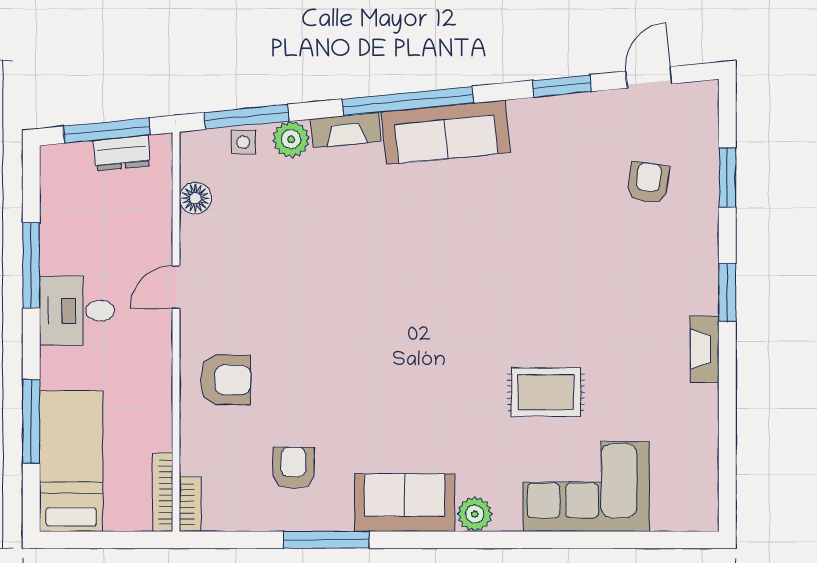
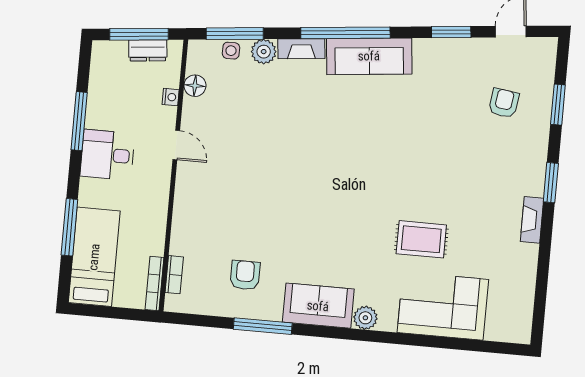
nightstand: (161, 218) -> (171, 97), added
door: (176, 287) -> (176, 145), swing flipped
armchair: (226, 380) -> (204, 211), removed
bookcase: (190, 504) -> (174, 275), moved

